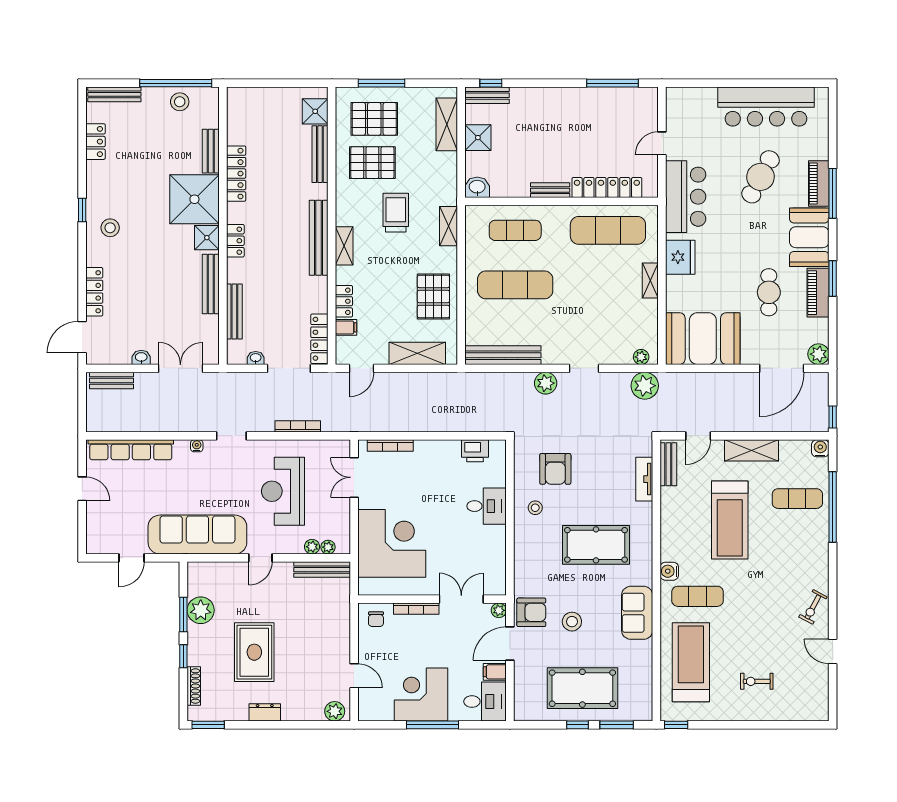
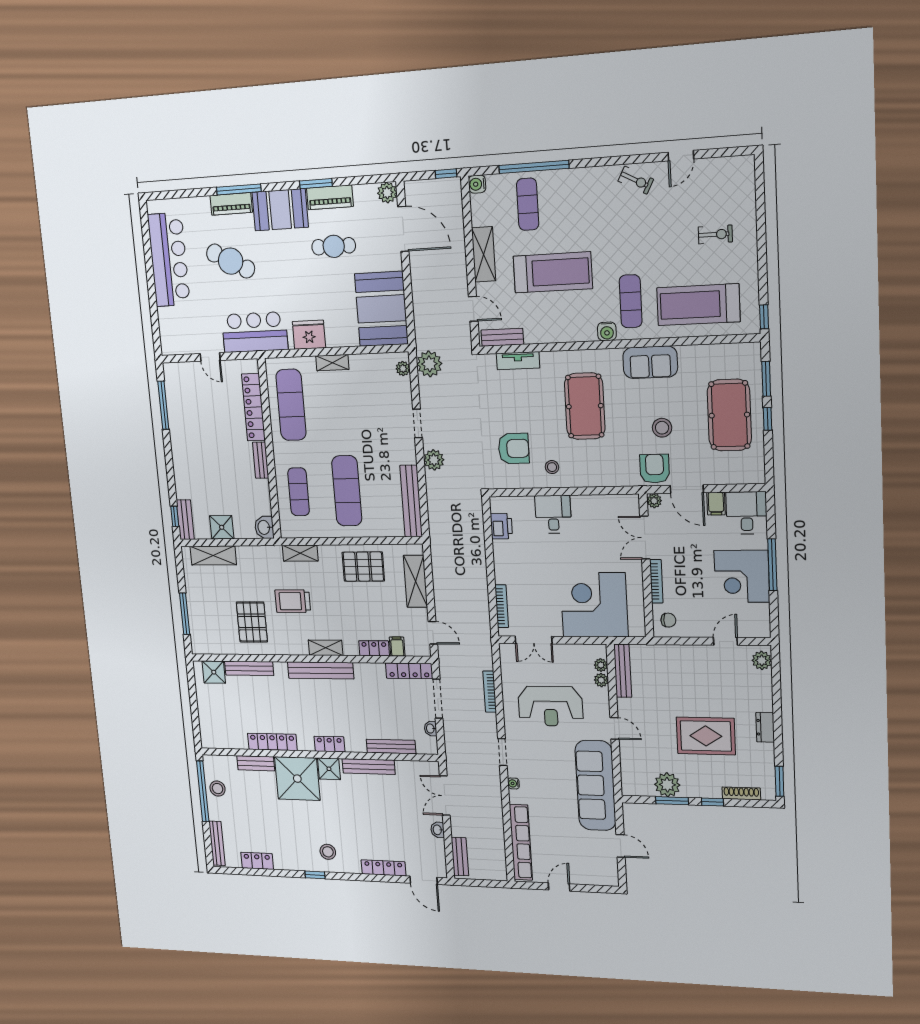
pallet: (374, 119) -> (215, 620), removed
exercise bike: (757, 681) -> (715, 234), turned -90

